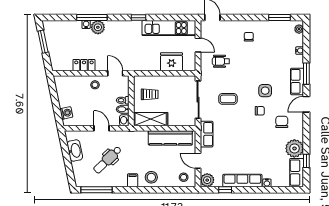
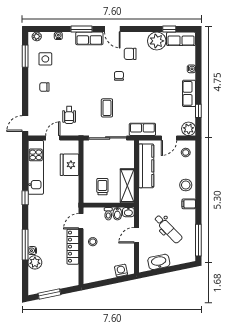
plant: (98, 27) -> (35, 262), moved
locker: (84, 65) -> (73, 247), width x1.53
side table: (265, 91) -> (45, 59), moved
row of seats: (242, 181) -> (189, 93), width x0.68

